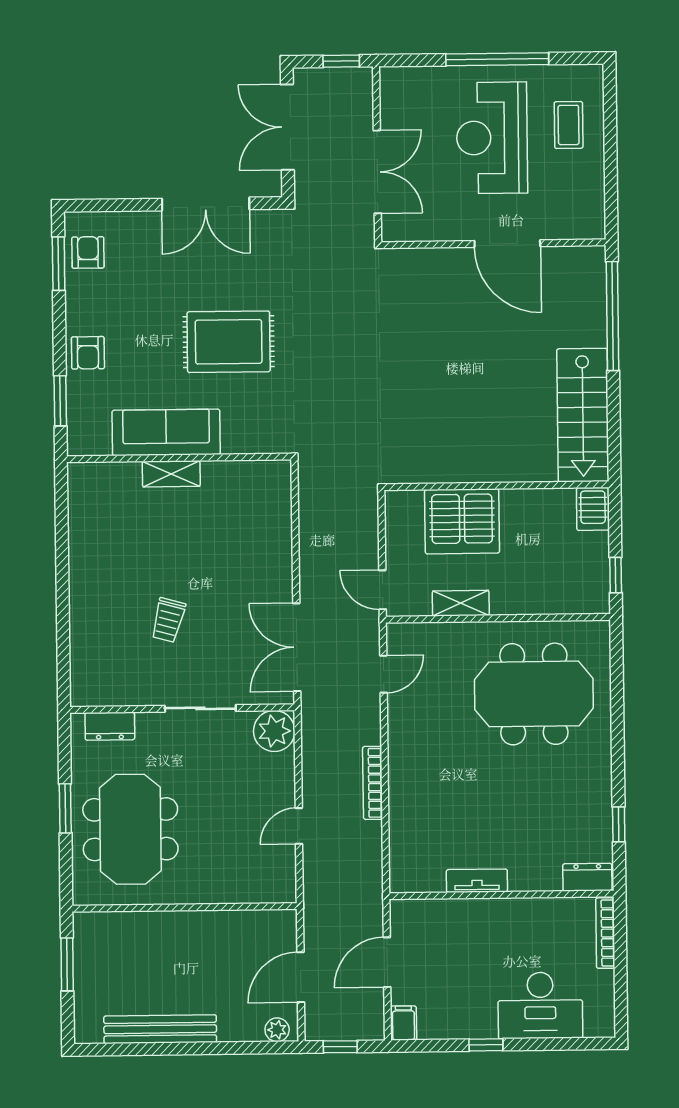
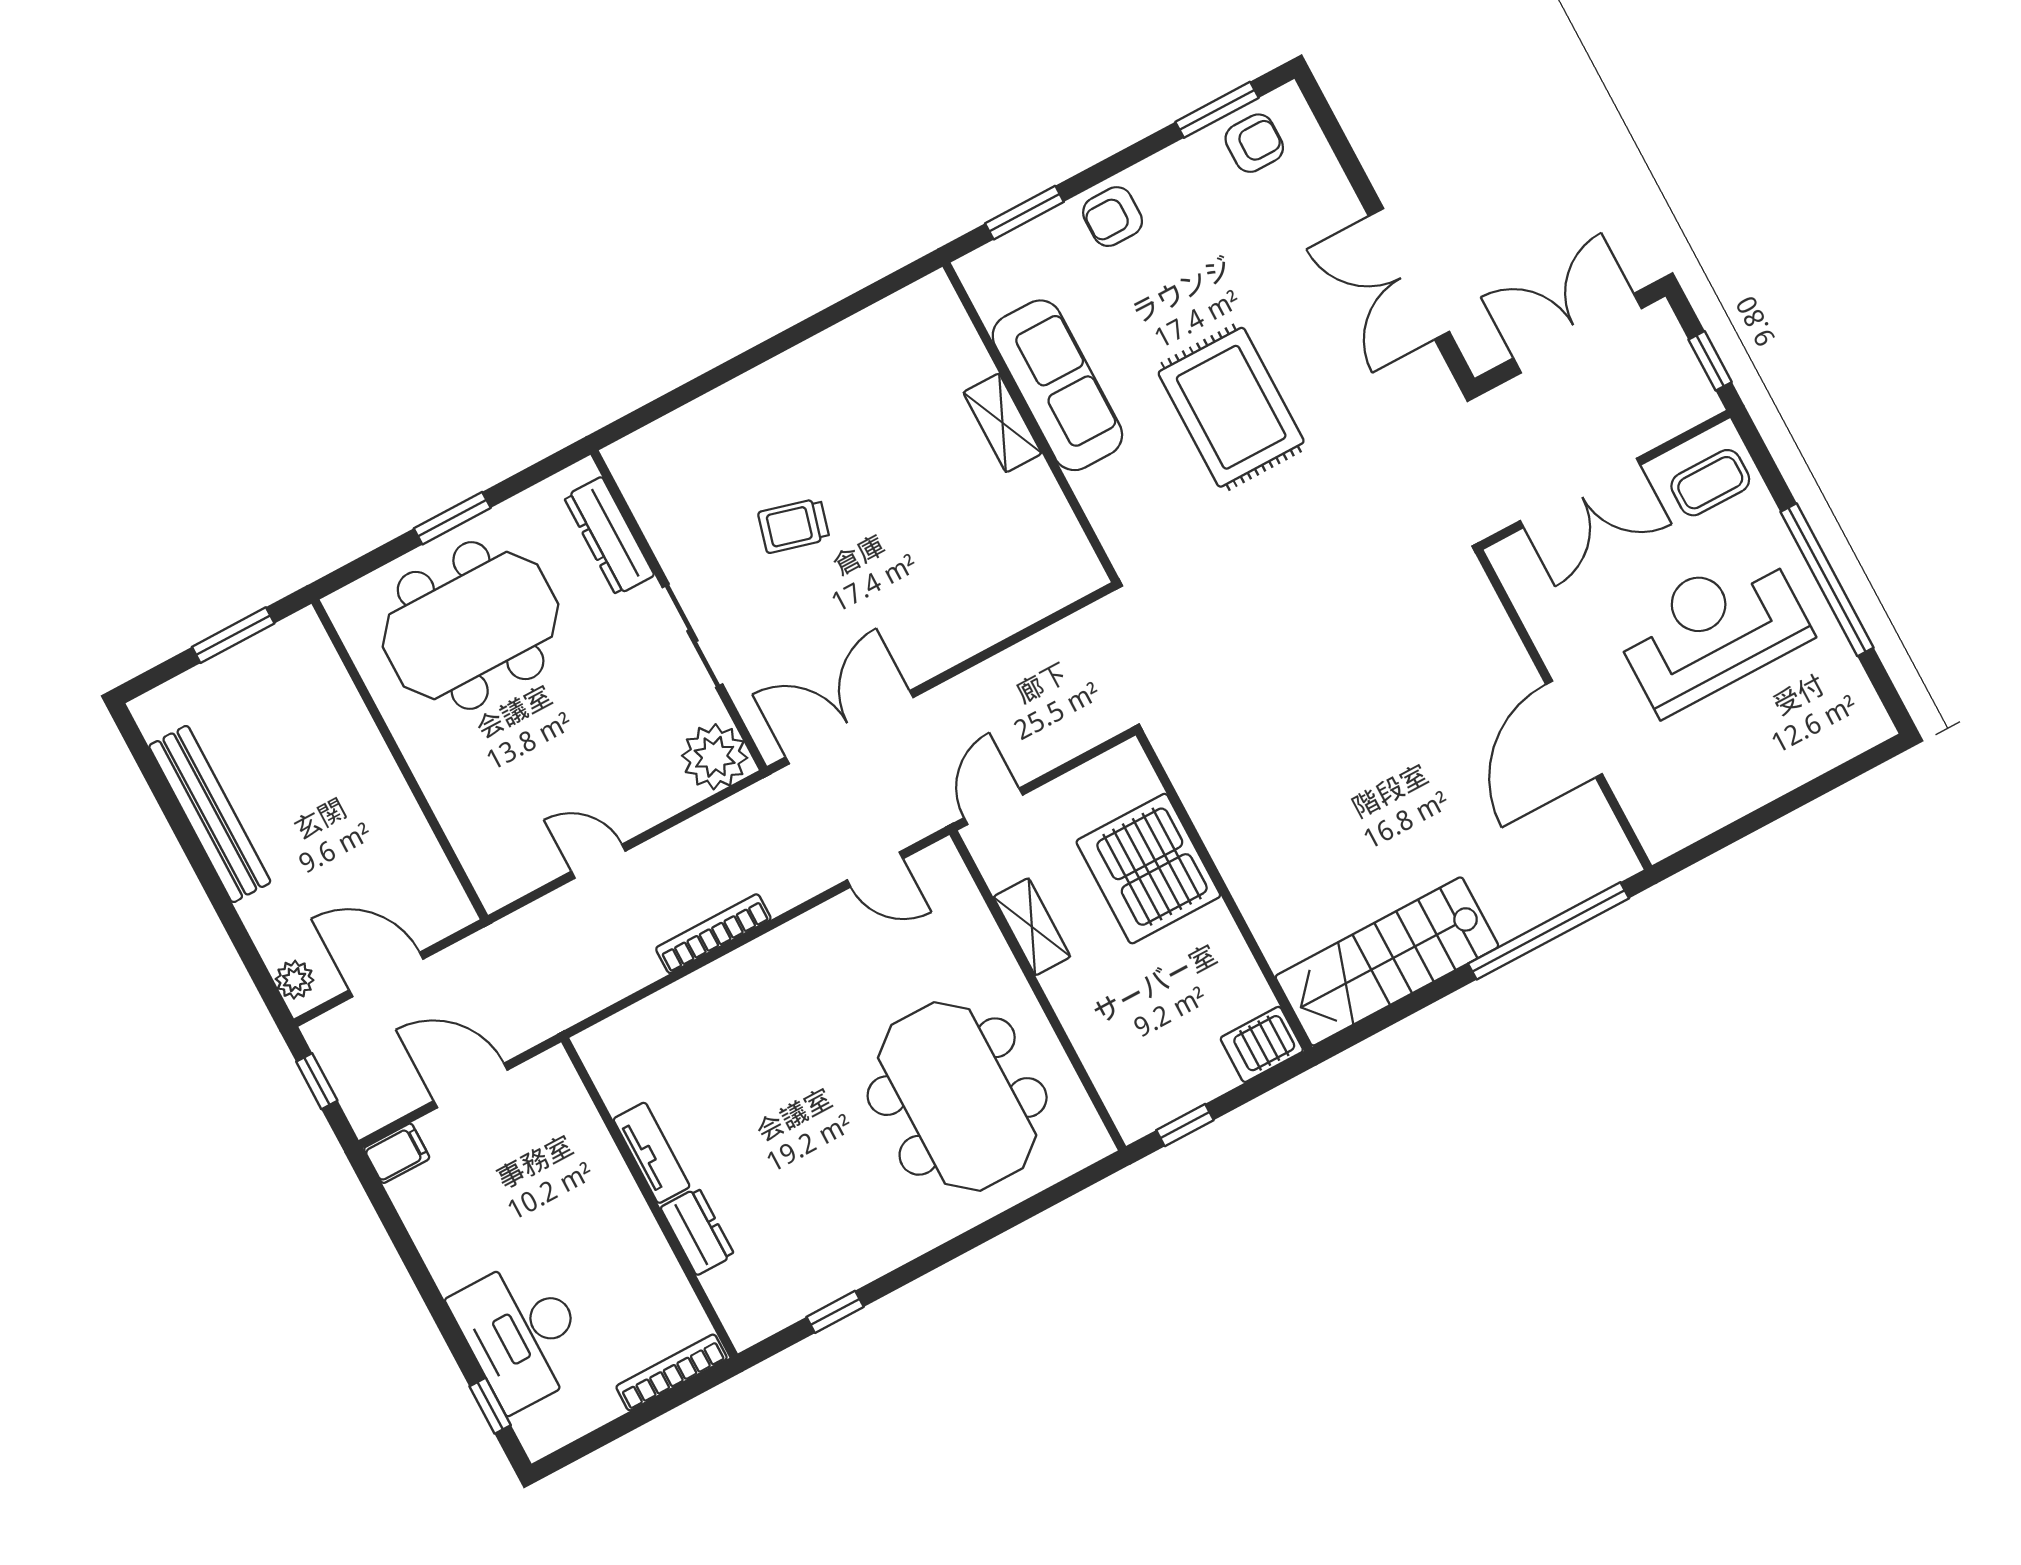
coffee table: (569, 125) -> (1710, 483), moved
dresser: (110, 726) -> (609, 536), width x1.44
dresser: (587, 877) -> (697, 1231), moved
window: (486, 1045) -> (490, 1406), moved

